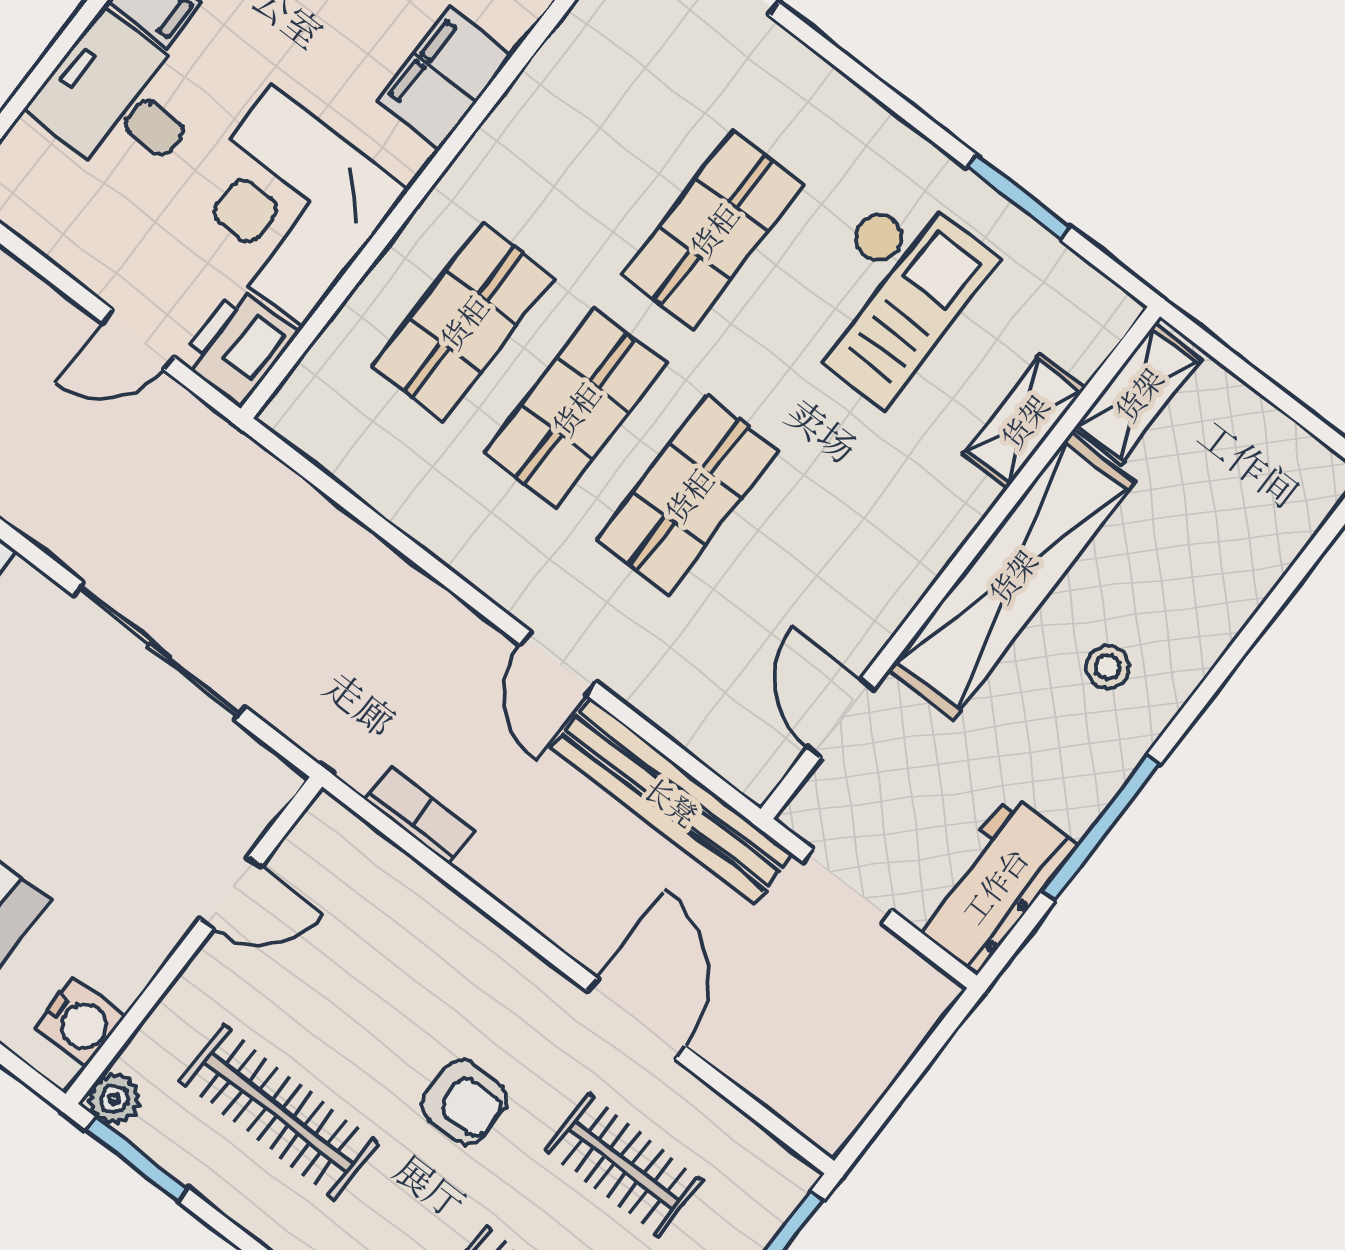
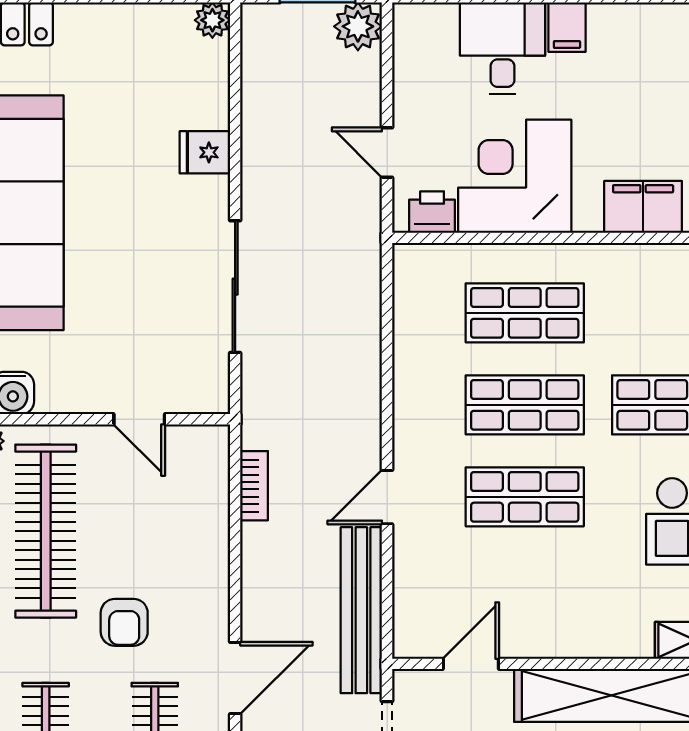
printer: (239, 346) -> (432, 212), width x0.73, depth x0.81
clothes rail: (279, 1112) -> (46, 531), width x1.37, depth x1.31

